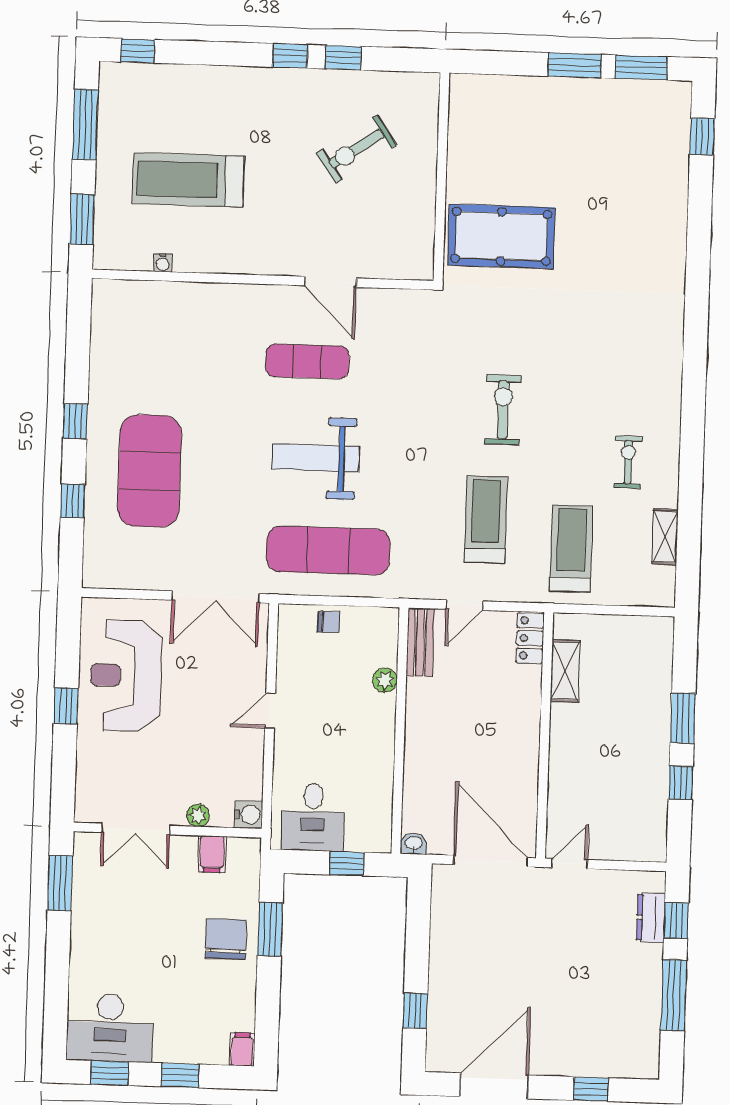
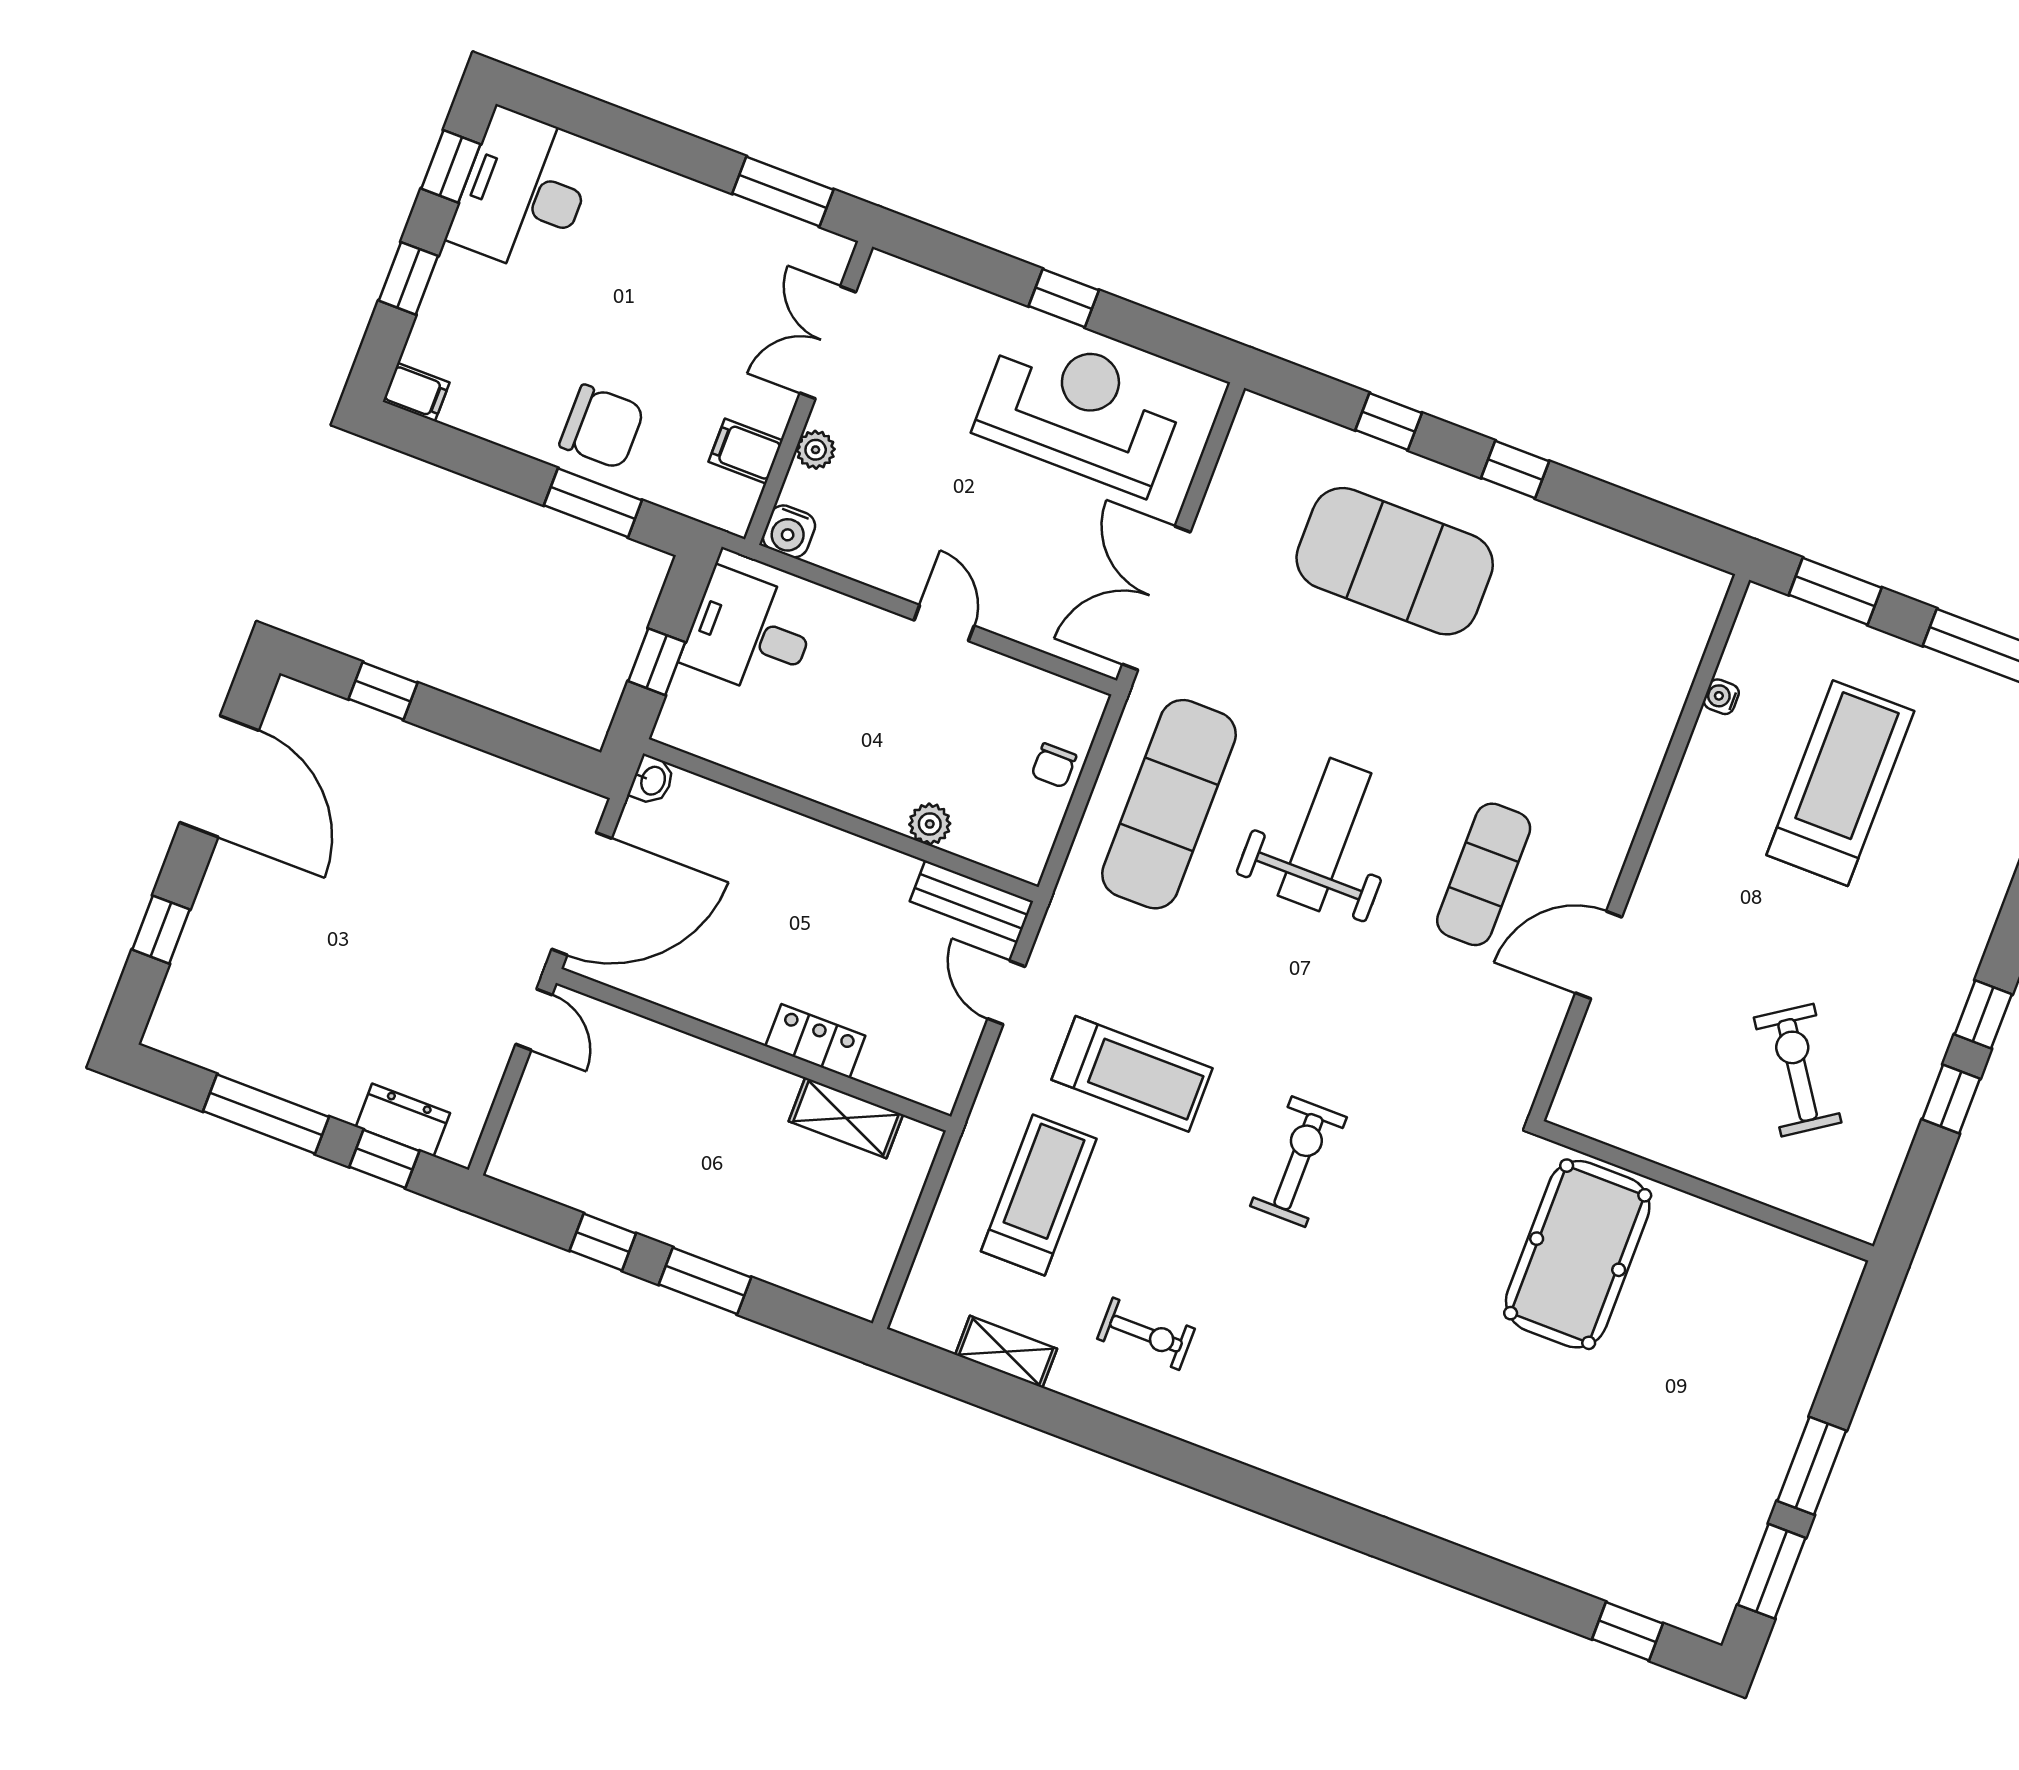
exercise bike: (503, 410) -> (1298, 1162), turned -90
treadmill: (571, 548) -> (1039, 1195), turned -90
locker: (530, 638) -> (815, 1041), moved

